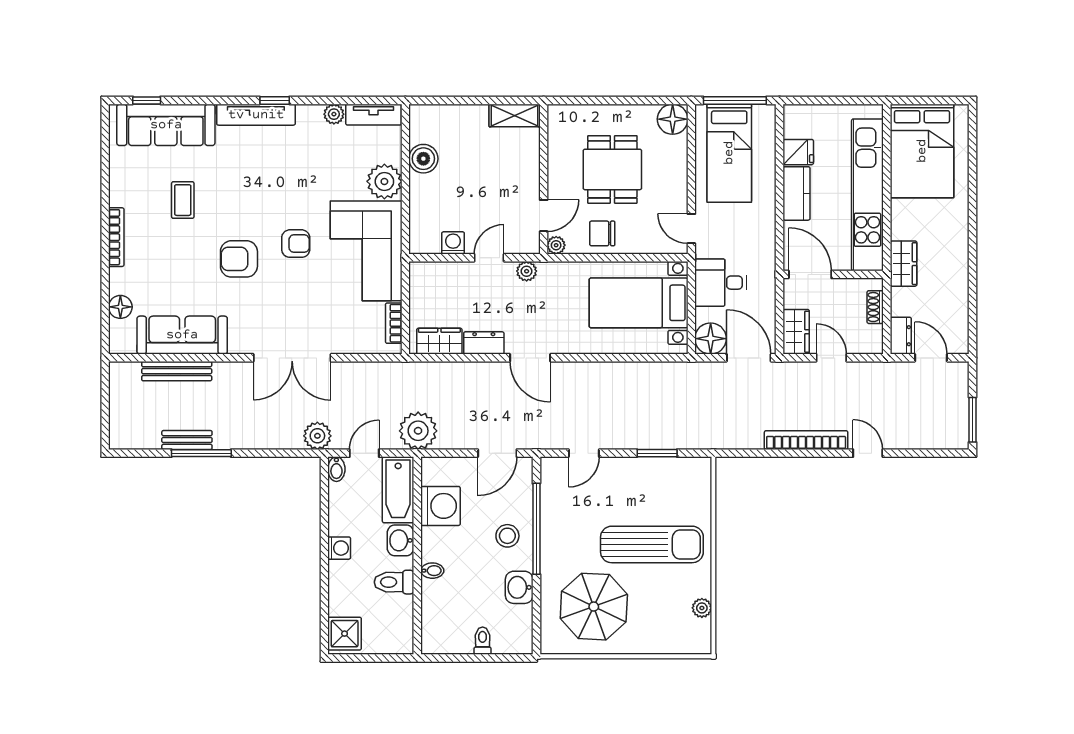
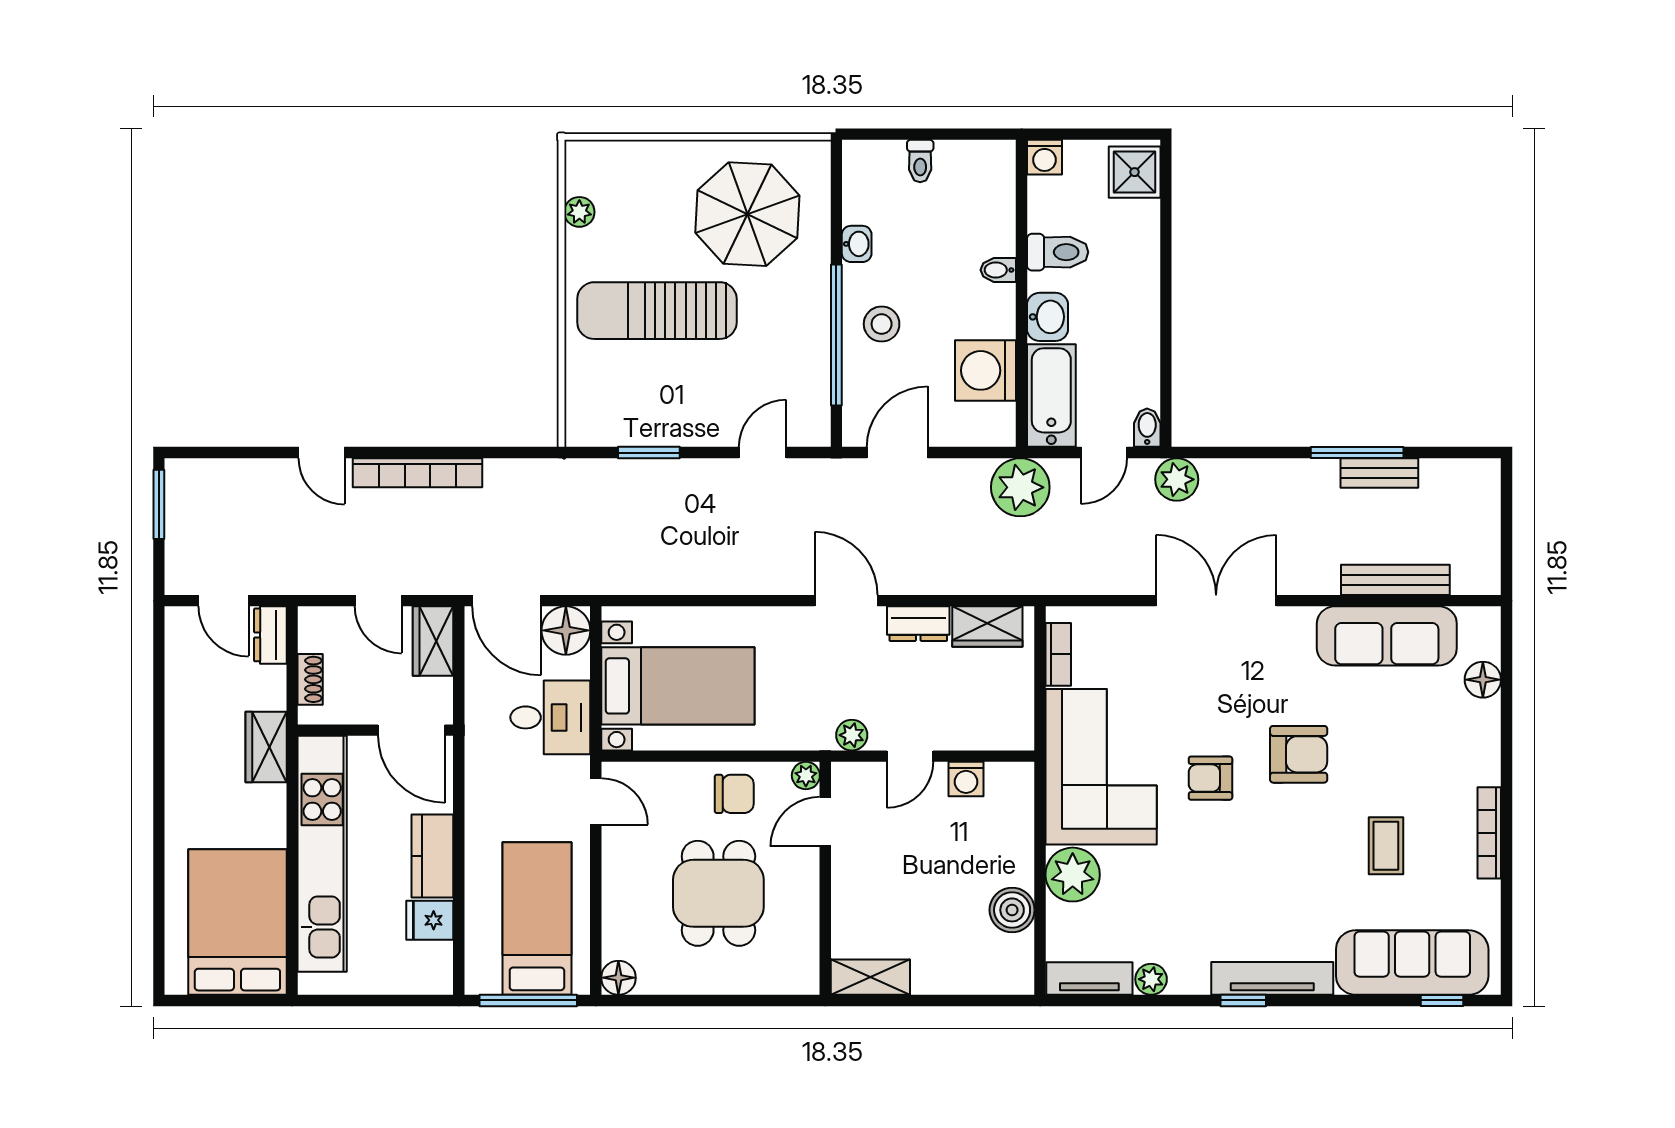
floor lamp: (673, 119) -> (618, 978), width x0.73, depth x0.73
bookcase: (116, 237) -> (1489, 833), moved
washing machine: (339, 548) -> (1045, 157), moved, turned -90
washbasin: (519, 587) -> (857, 244), width x0.72, depth x0.69

